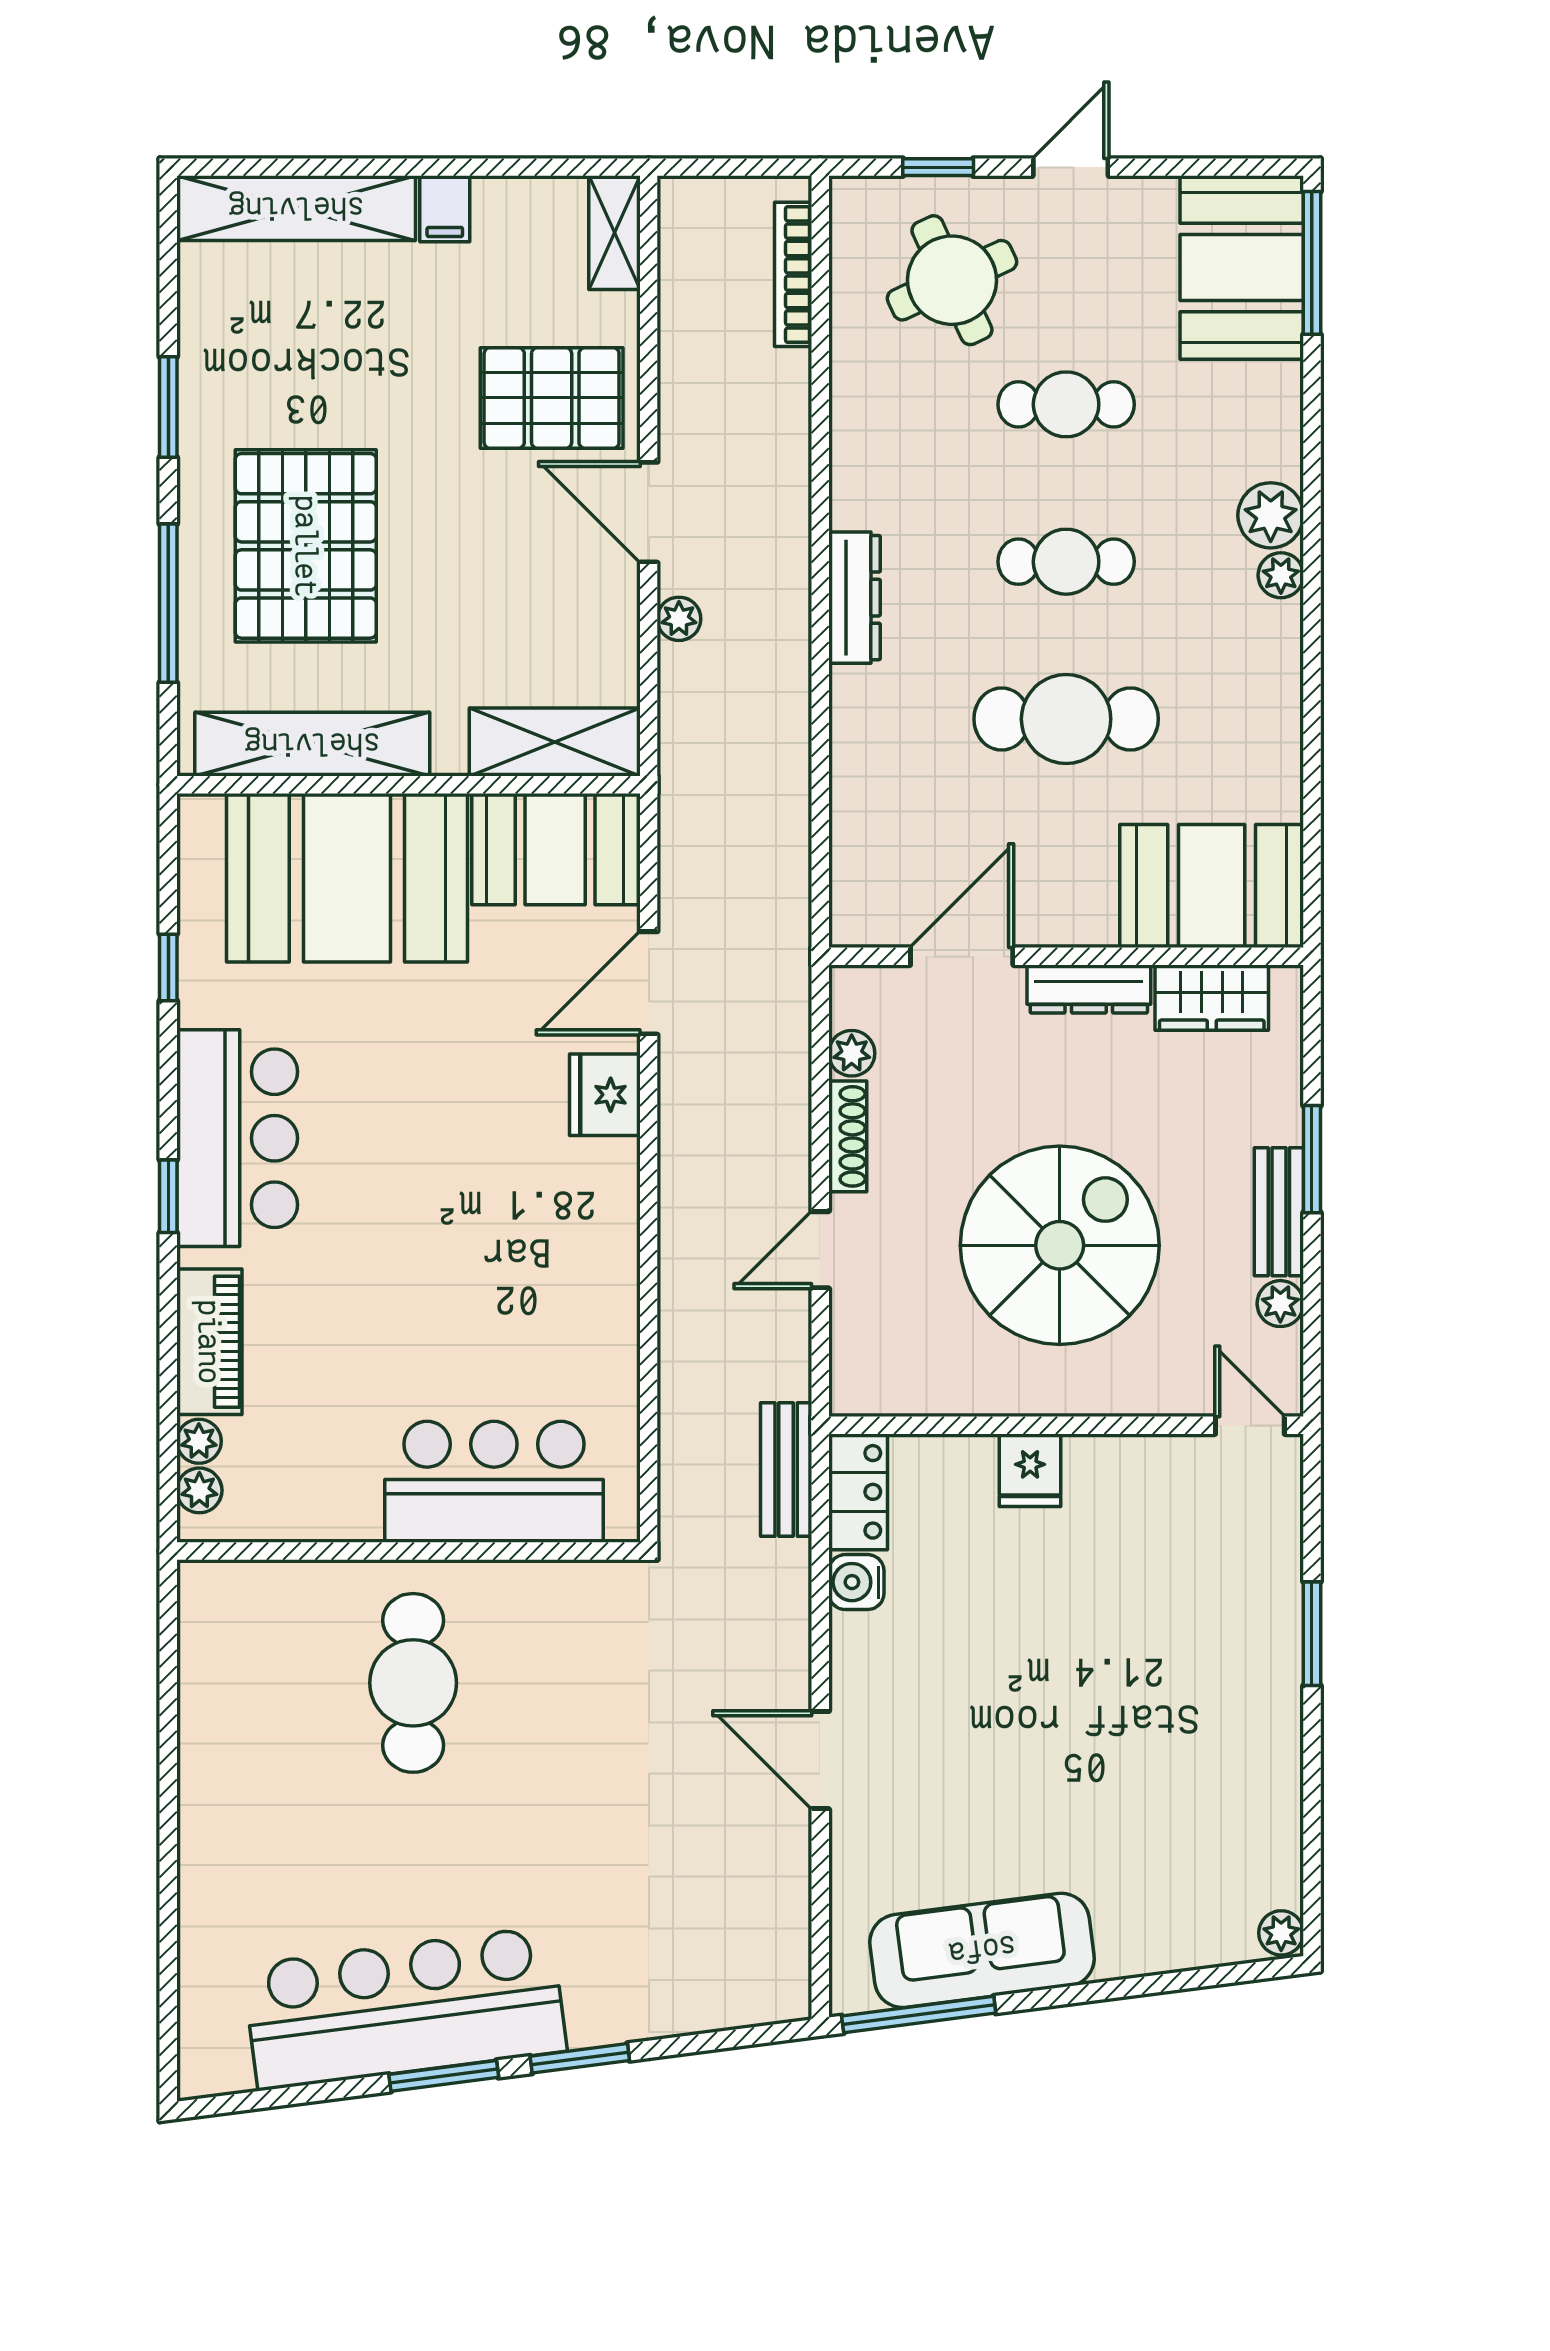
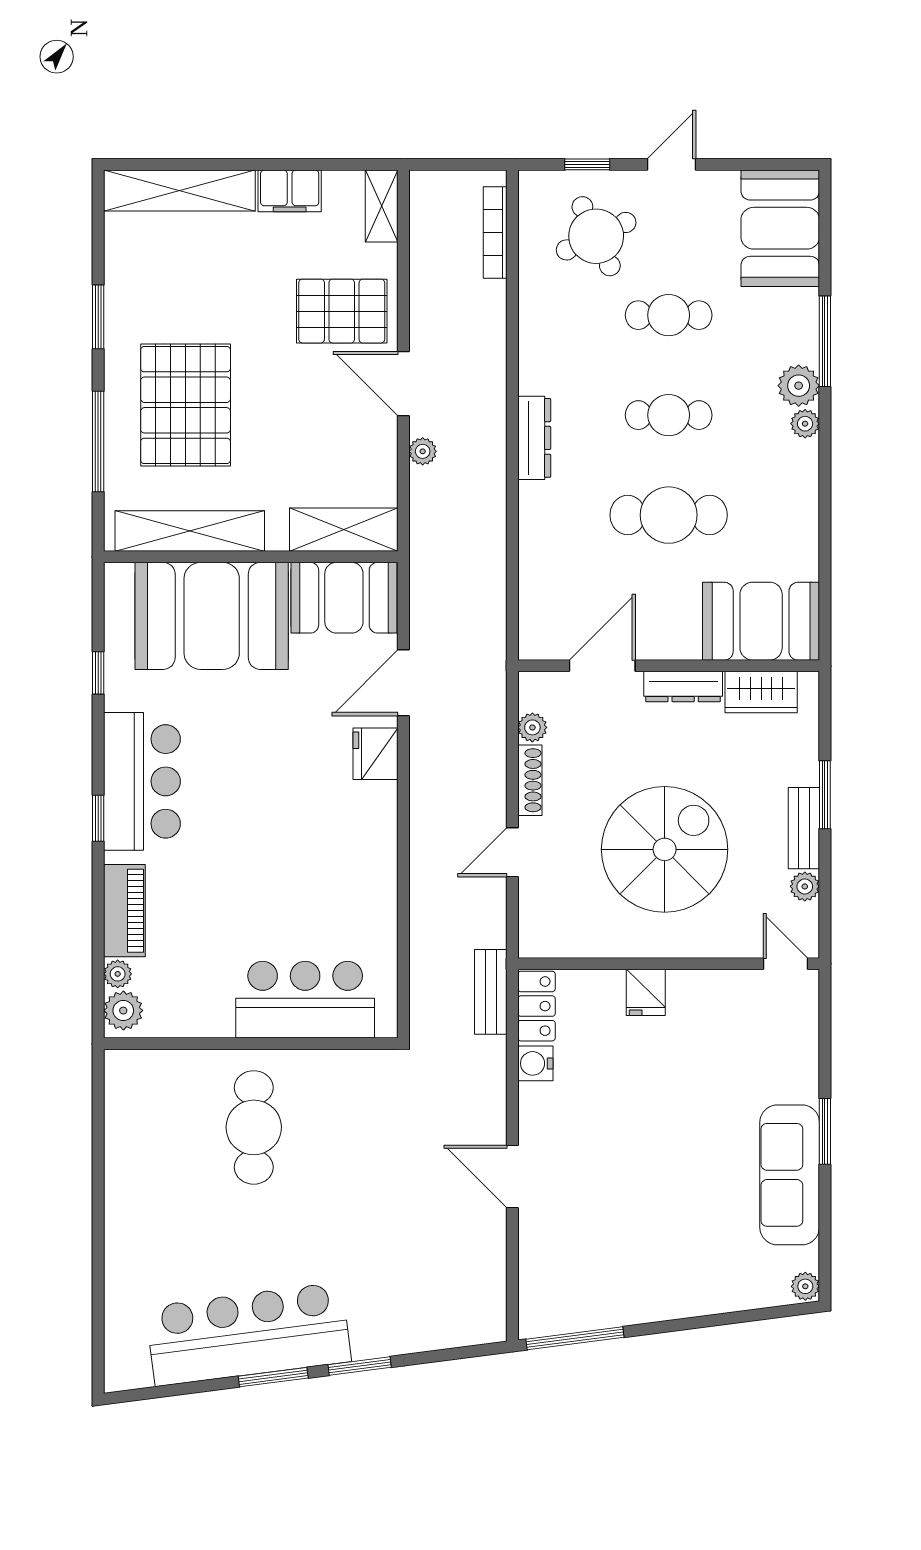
filing cabinet: (445, 209) -> (290, 191), width x2.00
window: (1312, 263) -> (825, 341), moved
plant: (199, 1490) -> (123, 1011), width x1.38, depth x1.38
window: (1312, 1634) -> (825, 1131), moved
sofa: (982, 1950) -> (790, 1175), moved, turned -83

